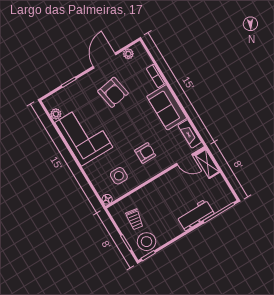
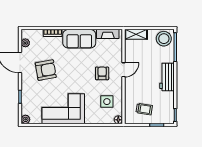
plant: (56, 114) -> (26, 119), moved
door: (185, 160) -> (124, 70), moved
workbench: (195, 215) -> (167, 77), moved
stool: (147, 242) -> (164, 39), moved

